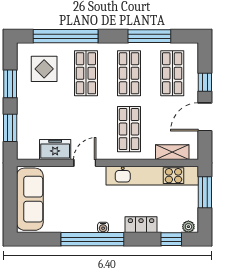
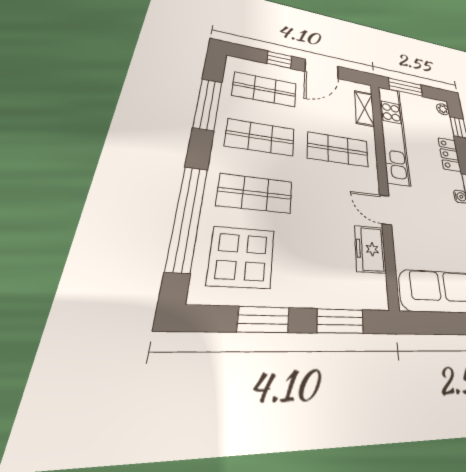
display table: (44, 69) -> (242, 257), width x1.36, depth x1.36
door: (205, 117) -> (322, 69), hinge flipped

